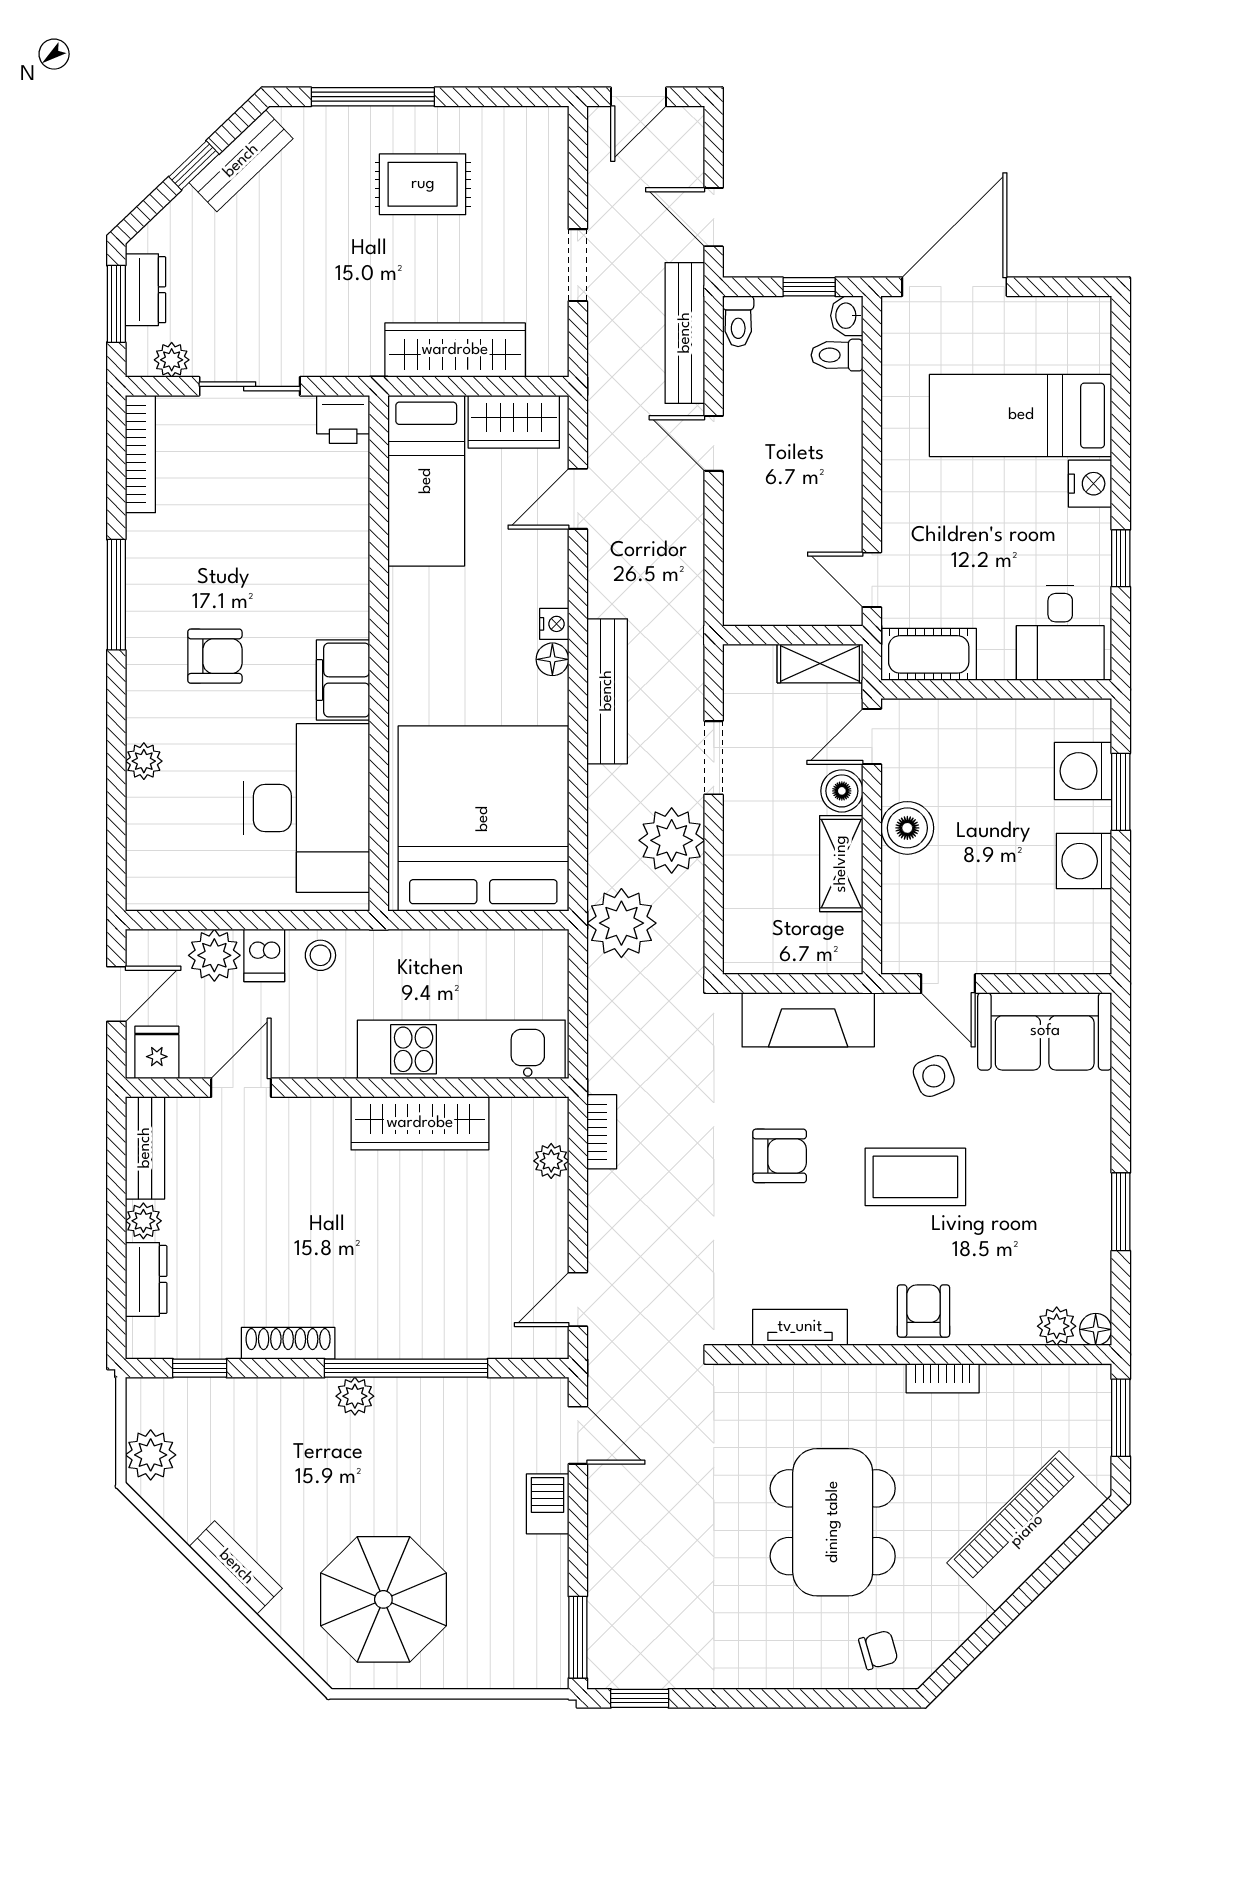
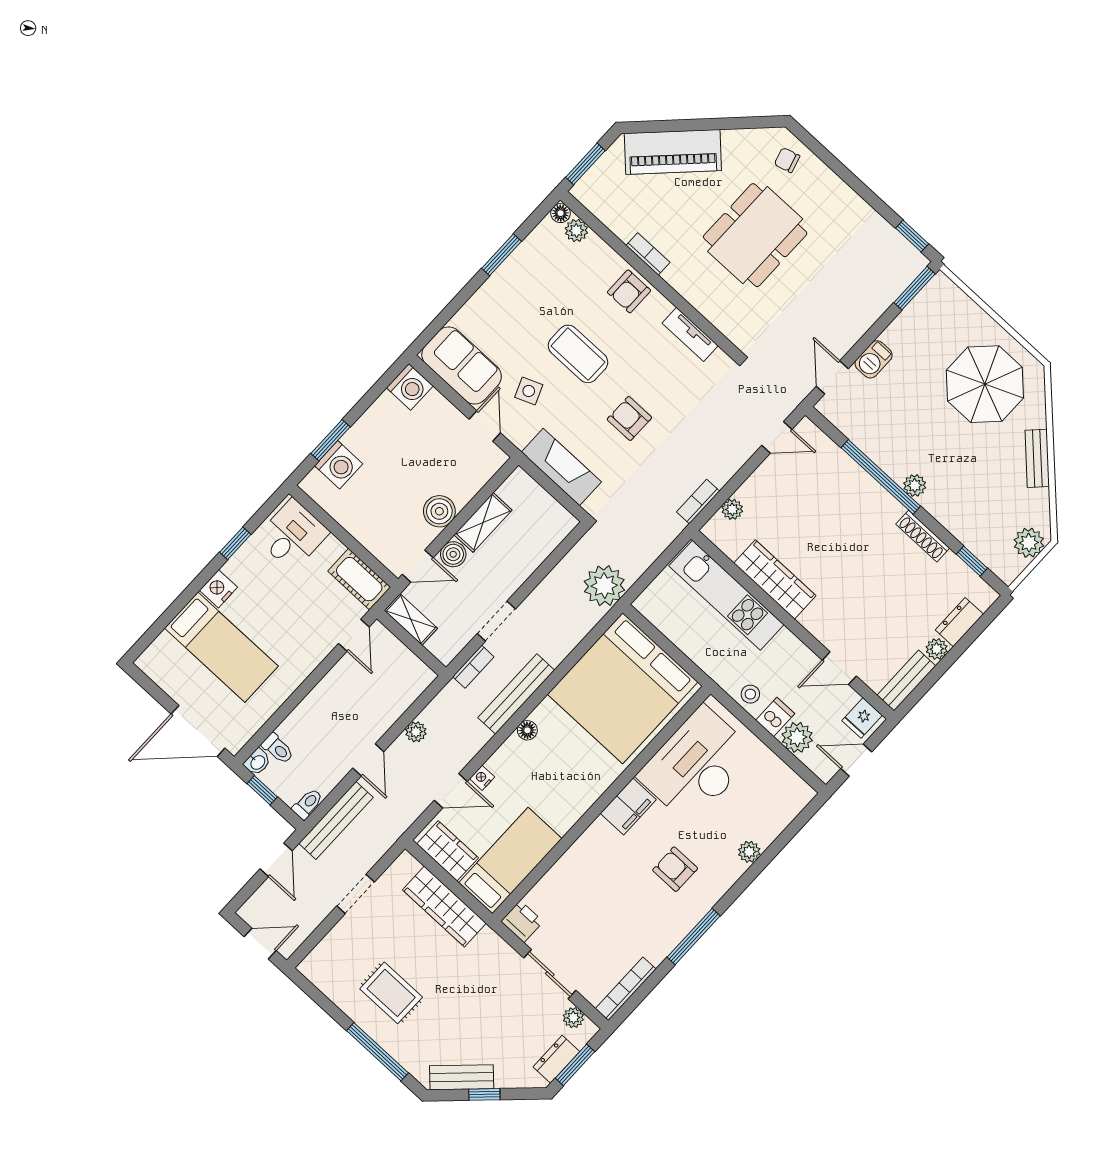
nightstand: (554, 624) -> (482, 778), moved
bookcase: (690, 676) -> (473, 667), added
plant: (672, 840) -> (416, 732), moved, width x0.53, depth x0.53
washing machine: (1084, 861) -> (410, 387), moved

